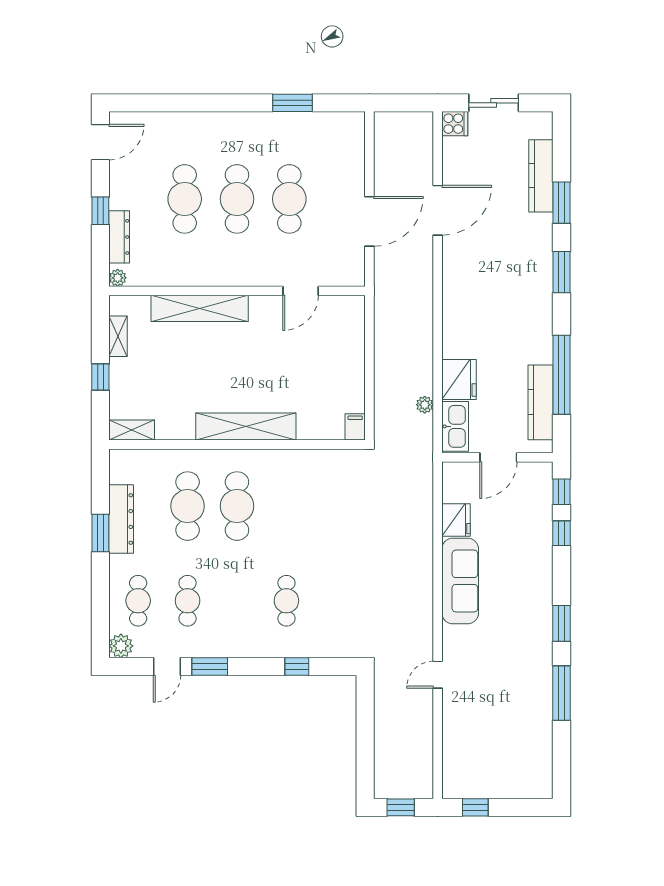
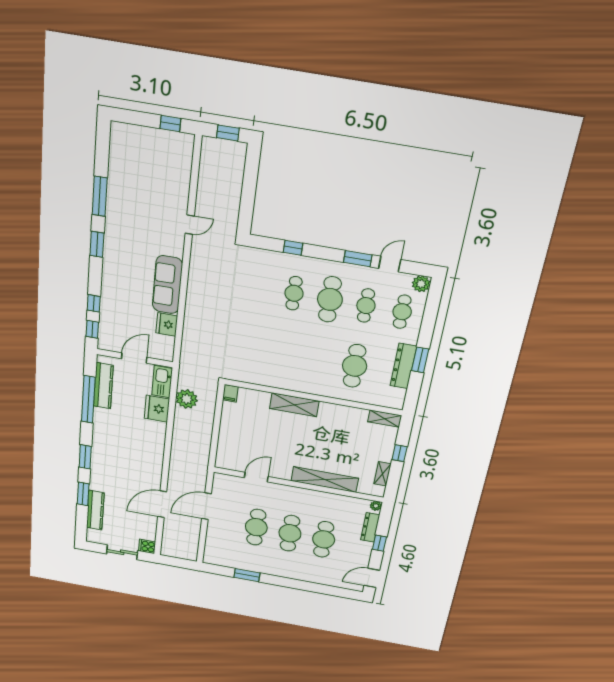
plant: (425, 405) -> (187, 399), width x1.88, depth x1.88
shelving: (246, 427) -> (294, 405), width x0.68
cafe table: (237, 506) -> (330, 299), moved

